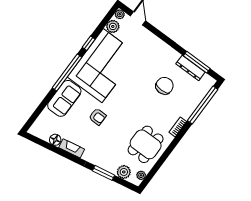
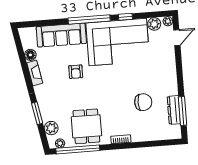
sofa: (64, 98) -> (61, 35), width x1.36
window: (203, 105) -> (78, 149), moved
dining table: (146, 144) -> (86, 126), turned 90

